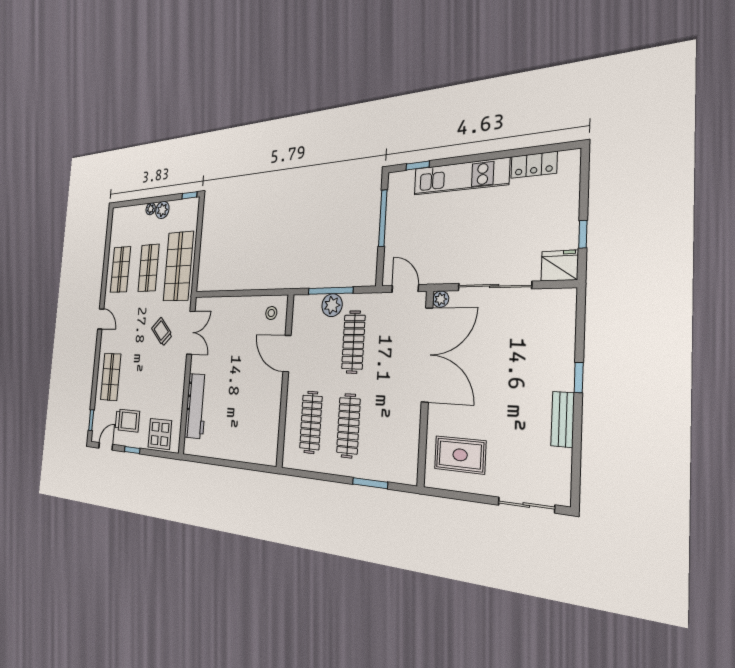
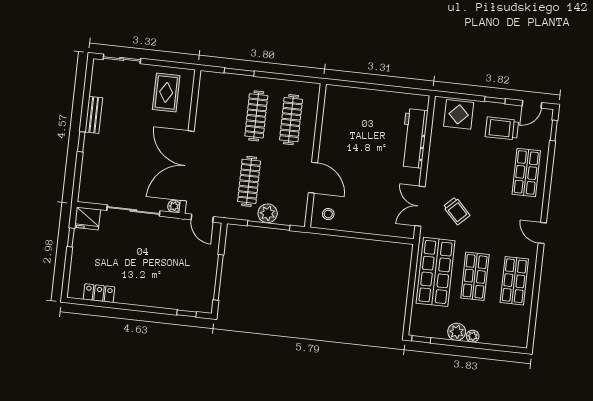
kitchen unit: (461, 177) -> (153, 297), removed
rug: (460, 455) -> (166, 92), turned 90

